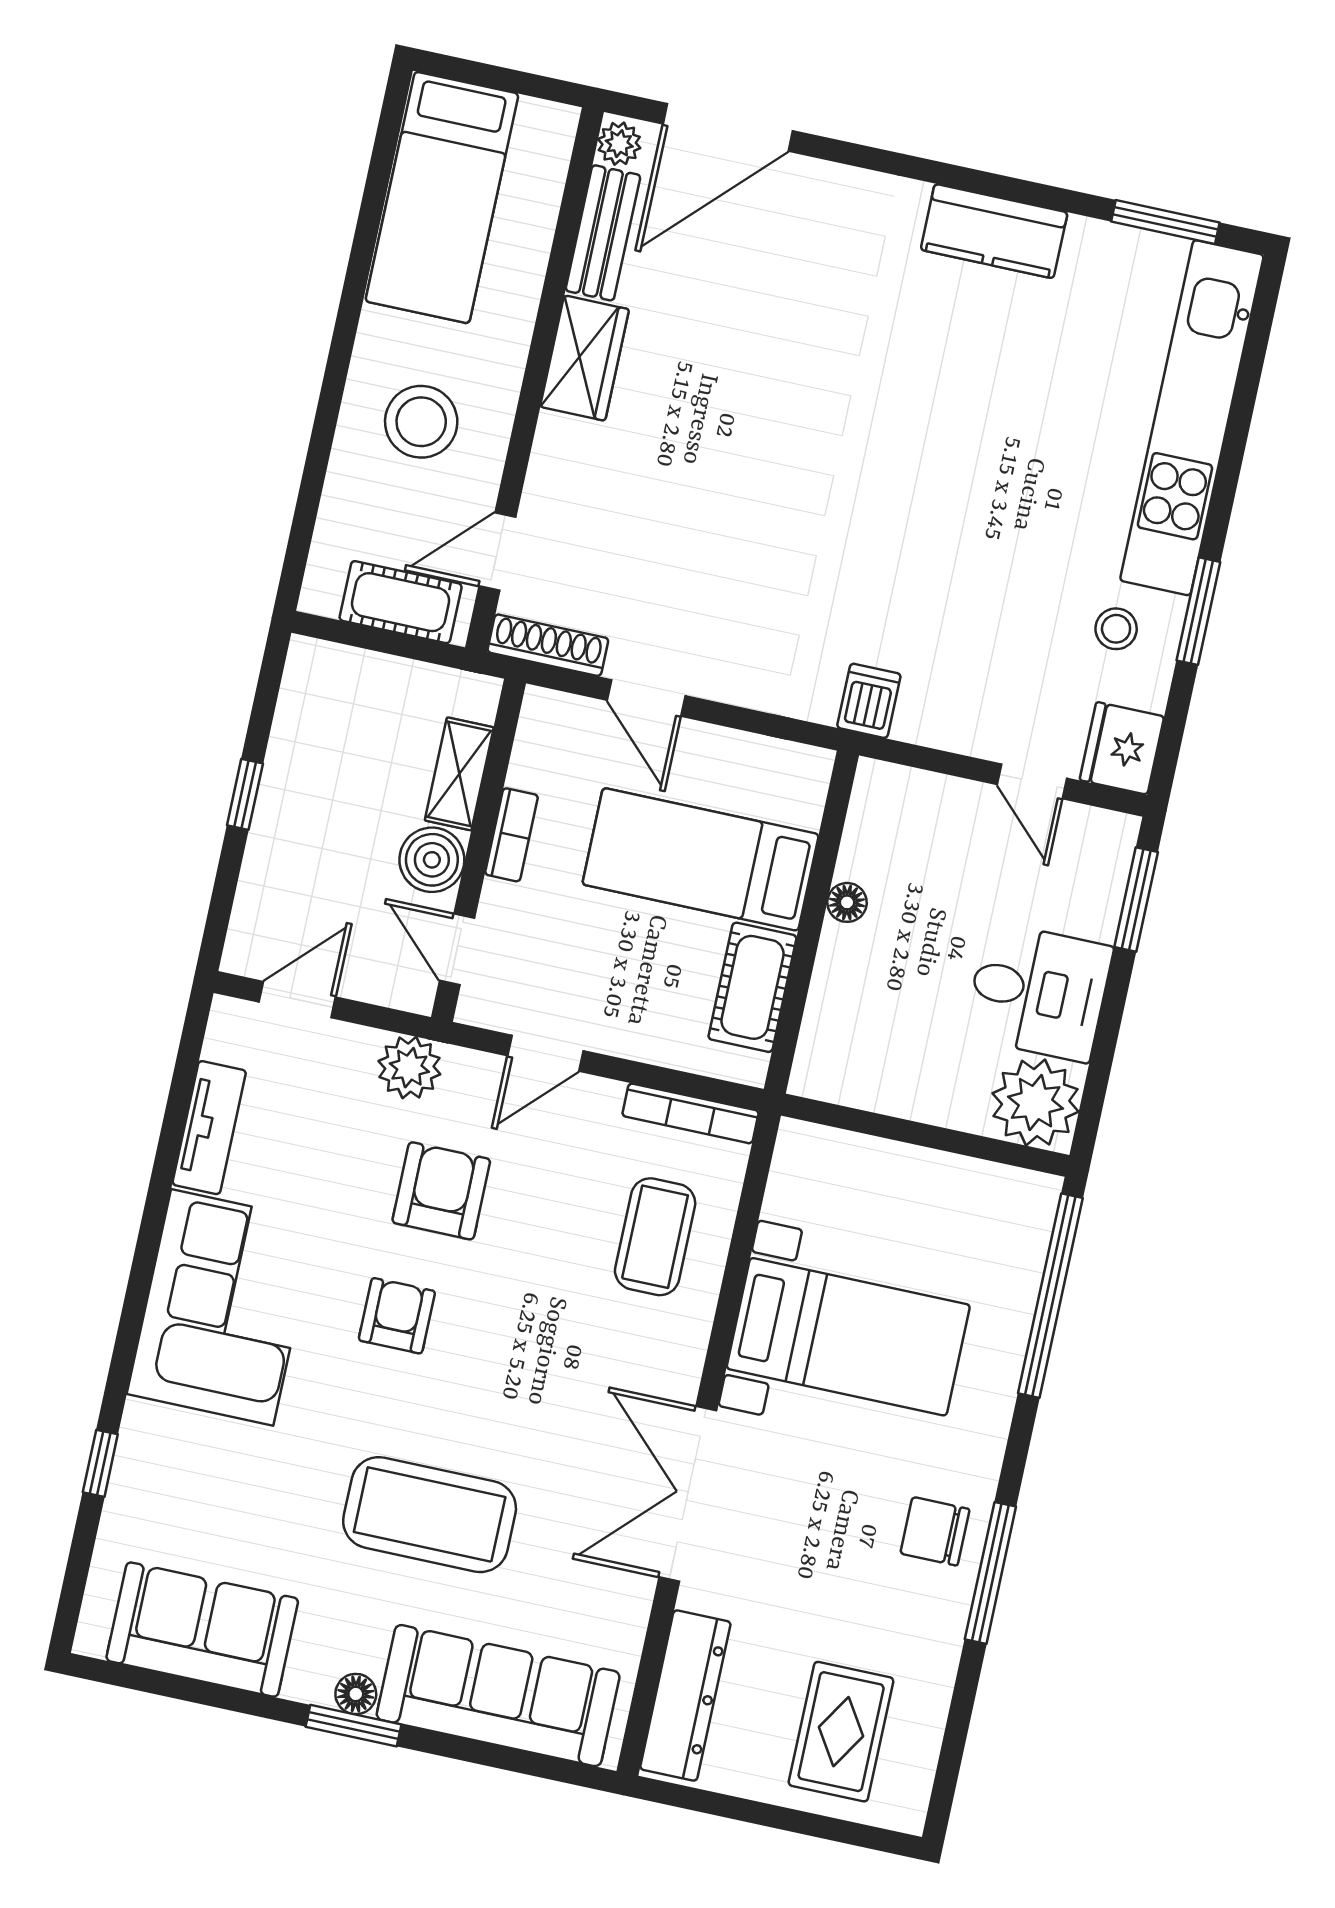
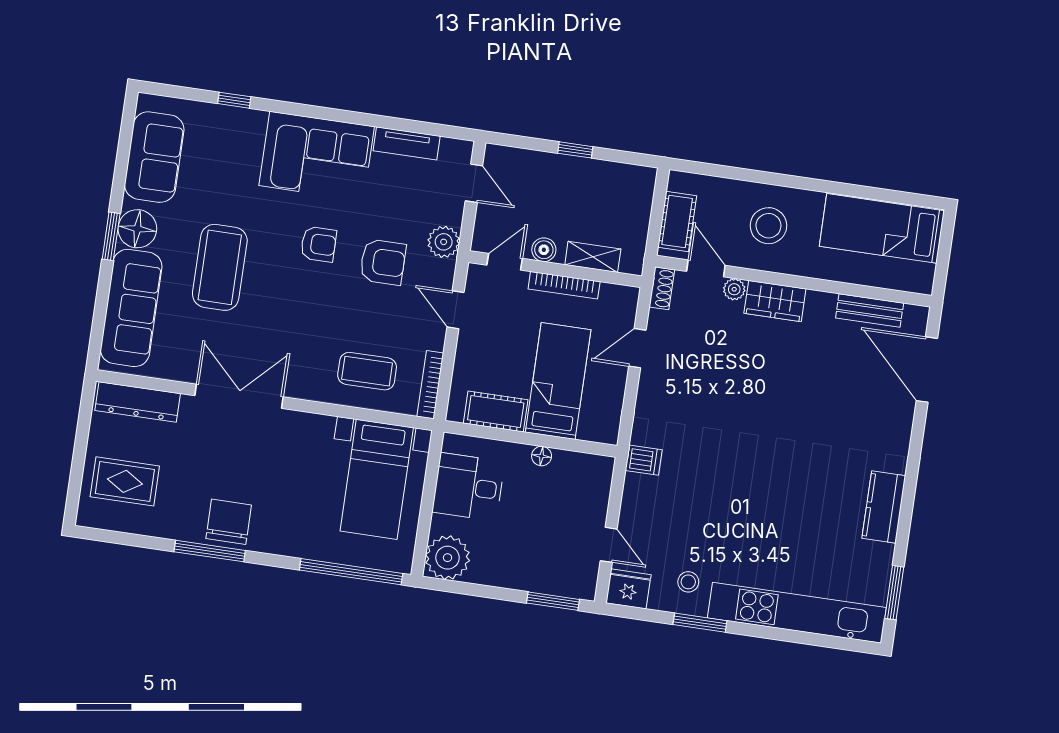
plant: (619, 144) -> (734, 289), moved
wardrobe: (585, 358) -> (775, 301), moved
shoe rack: (548, 645) -> (662, 288), width x0.70
door: (1032, 781) -> (609, 545), swing flipped
bookcase: (511, 835) -> (564, 285), width x1.56
boiler: (432, 860) -> (544, 250), width x0.73, depth x0.73
desk: (1038, 992) -> (468, 487), moved, turned 90
bed with nightstands: (848, 1337) -> (377, 479), moved
chair: (935, 1531) -> (229, 522), width x1.37, depth x1.37
floor lamp: (356, 1694) -> (137, 229), width x1.89, depth x1.89

